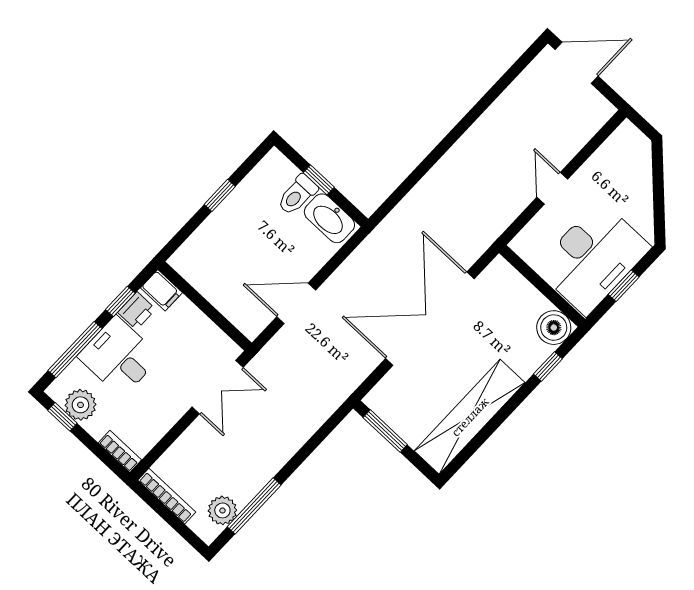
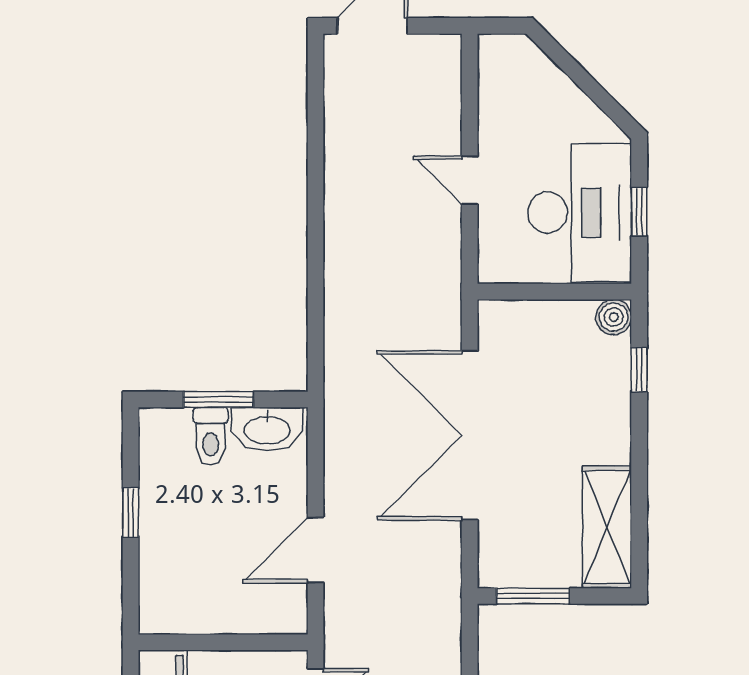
window: (319, 180) -> (218, 400), width x1.50
boiler: (554, 328) -> (614, 317), width x0.73, depth x0.73
shelving: (470, 417) -> (607, 527), width x0.68

